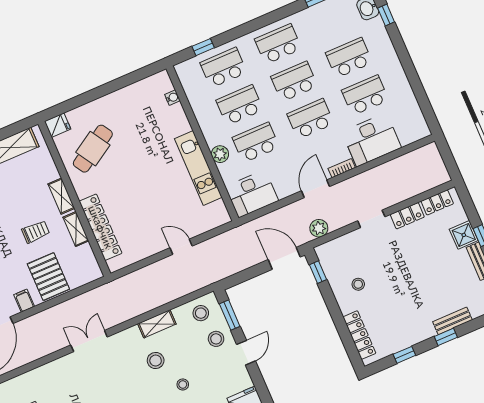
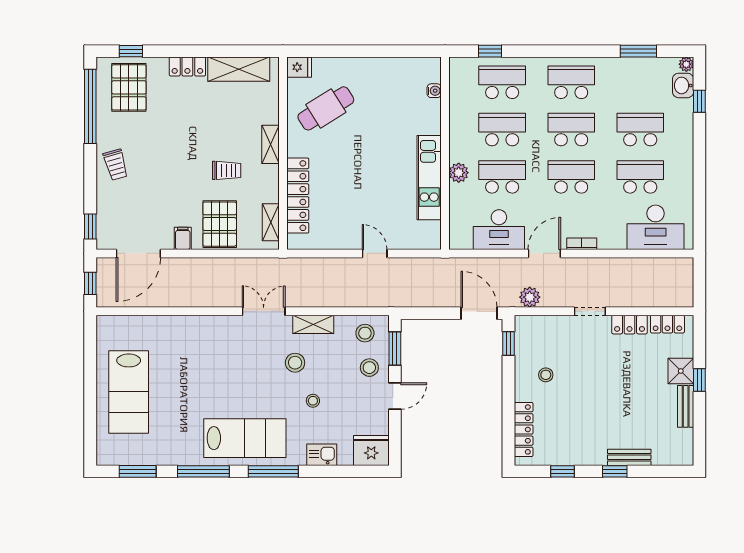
desk: (372, 140) -> (656, 227), moved
desk: (252, 194) -> (499, 230), moved
shelving: (76, 229) -> (271, 222), moved
double door: (89, 341) -> (264, 311), moved

